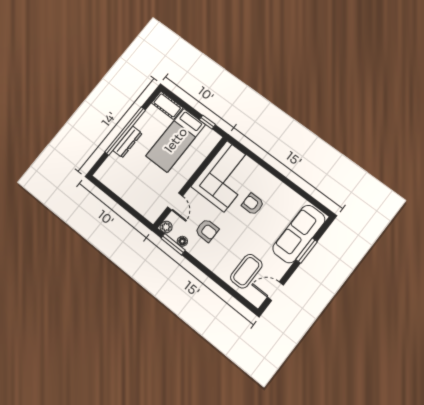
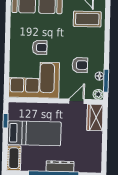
armchair: (253, 204) -> (40, 48), turned -90
wardrobe: (147, 208) -> (95, 117), added
armchair: (207, 230) -> (80, 65), turned 91

